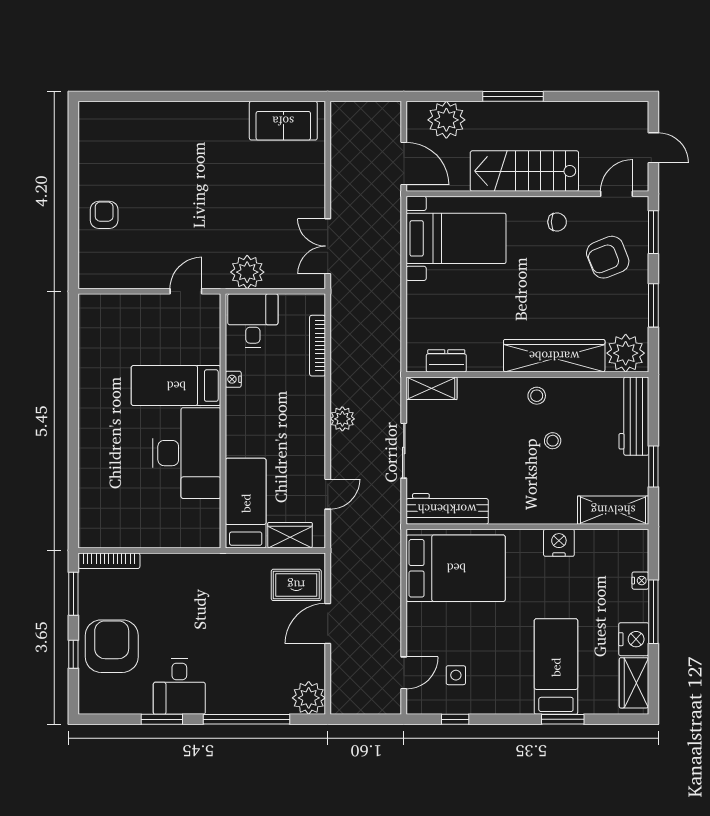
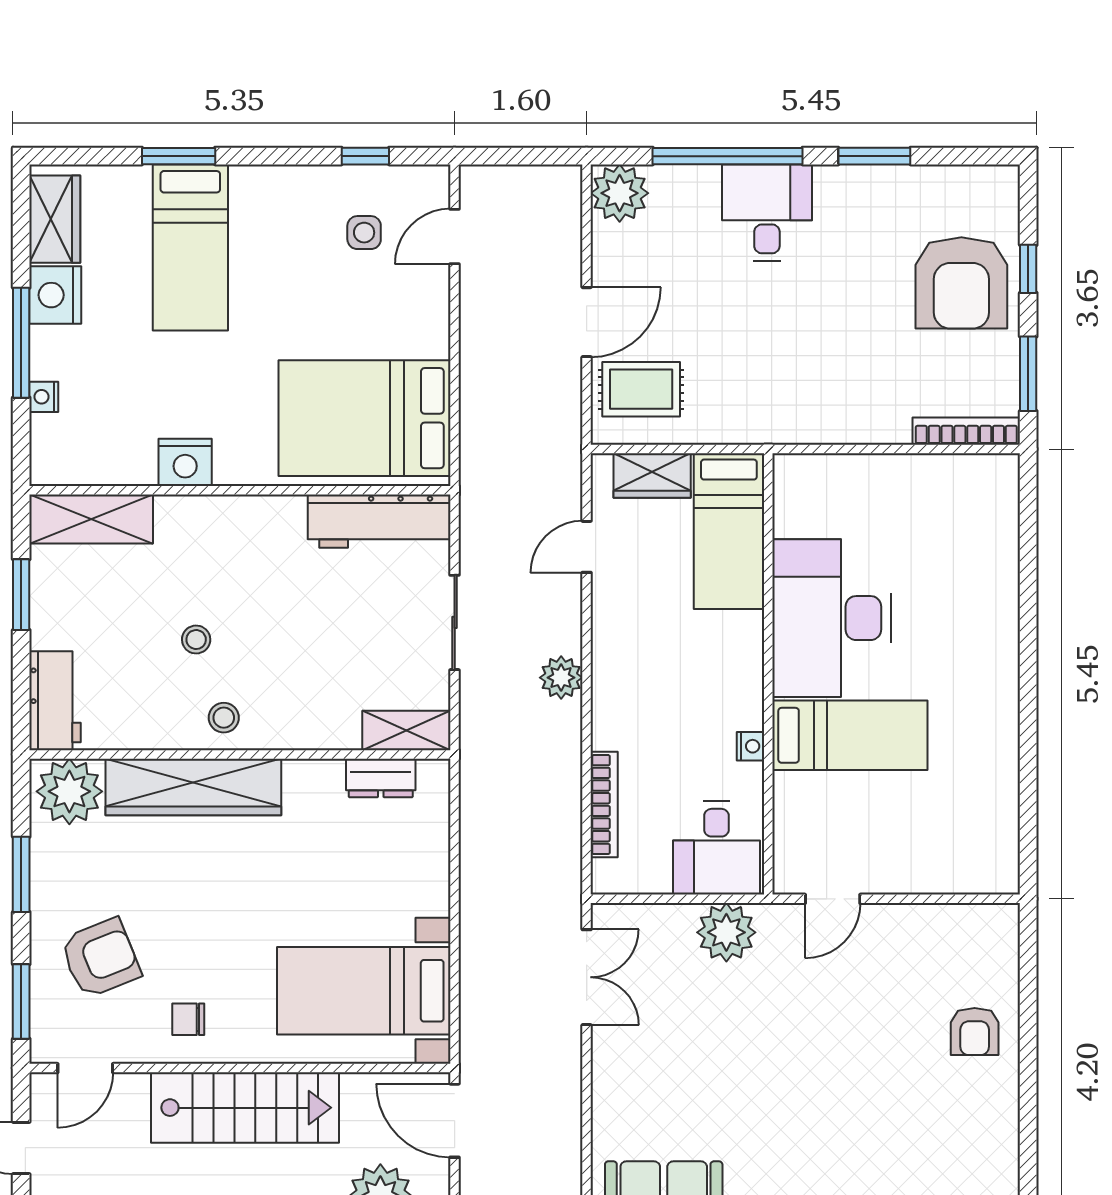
workbench: (634, 416) -> (55, 701), width x0.73
desk: (179, 687) -> (767, 213), moved

